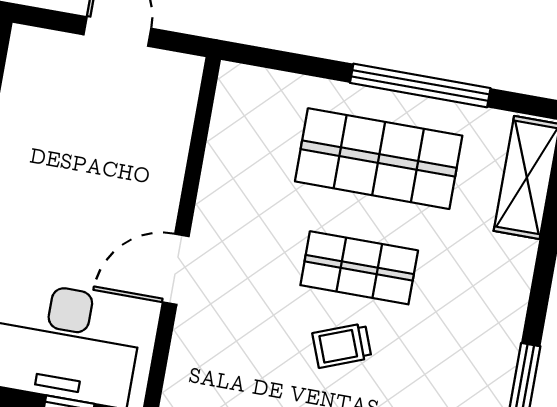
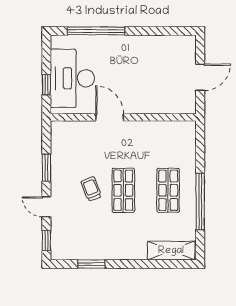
shop shelf: (379, 159) -> (168, 190), width x0.70, depth x0.74

